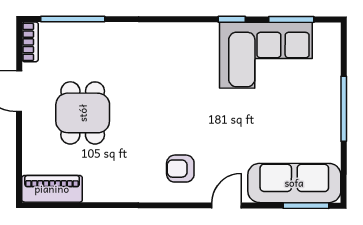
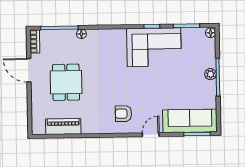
floor lamp: (111, 30) -> (81, 34), added
floor lamp: (332, 32) -> (211, 33), added
corner sofa: (266, 55) -> (154, 47), moved
plant: (331, 103) -> (210, 74), added
piano: (52, 189) -> (63, 126), moved

